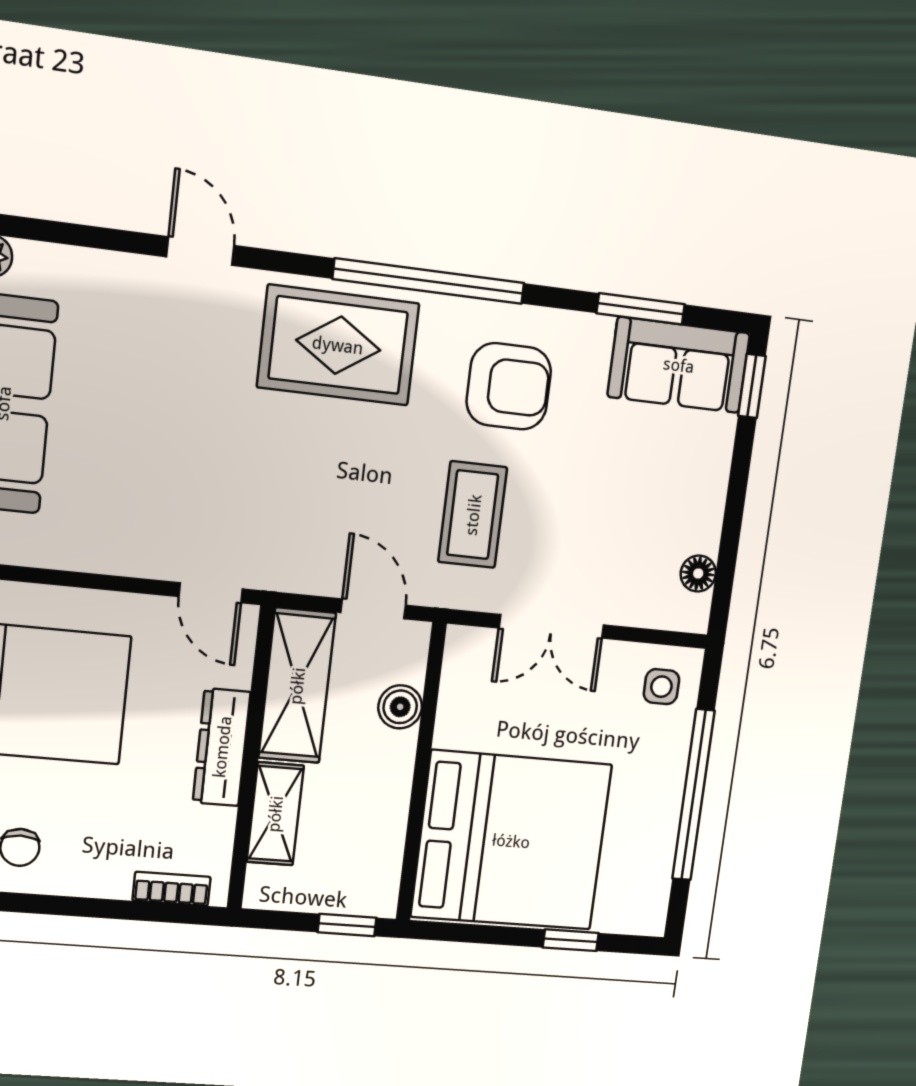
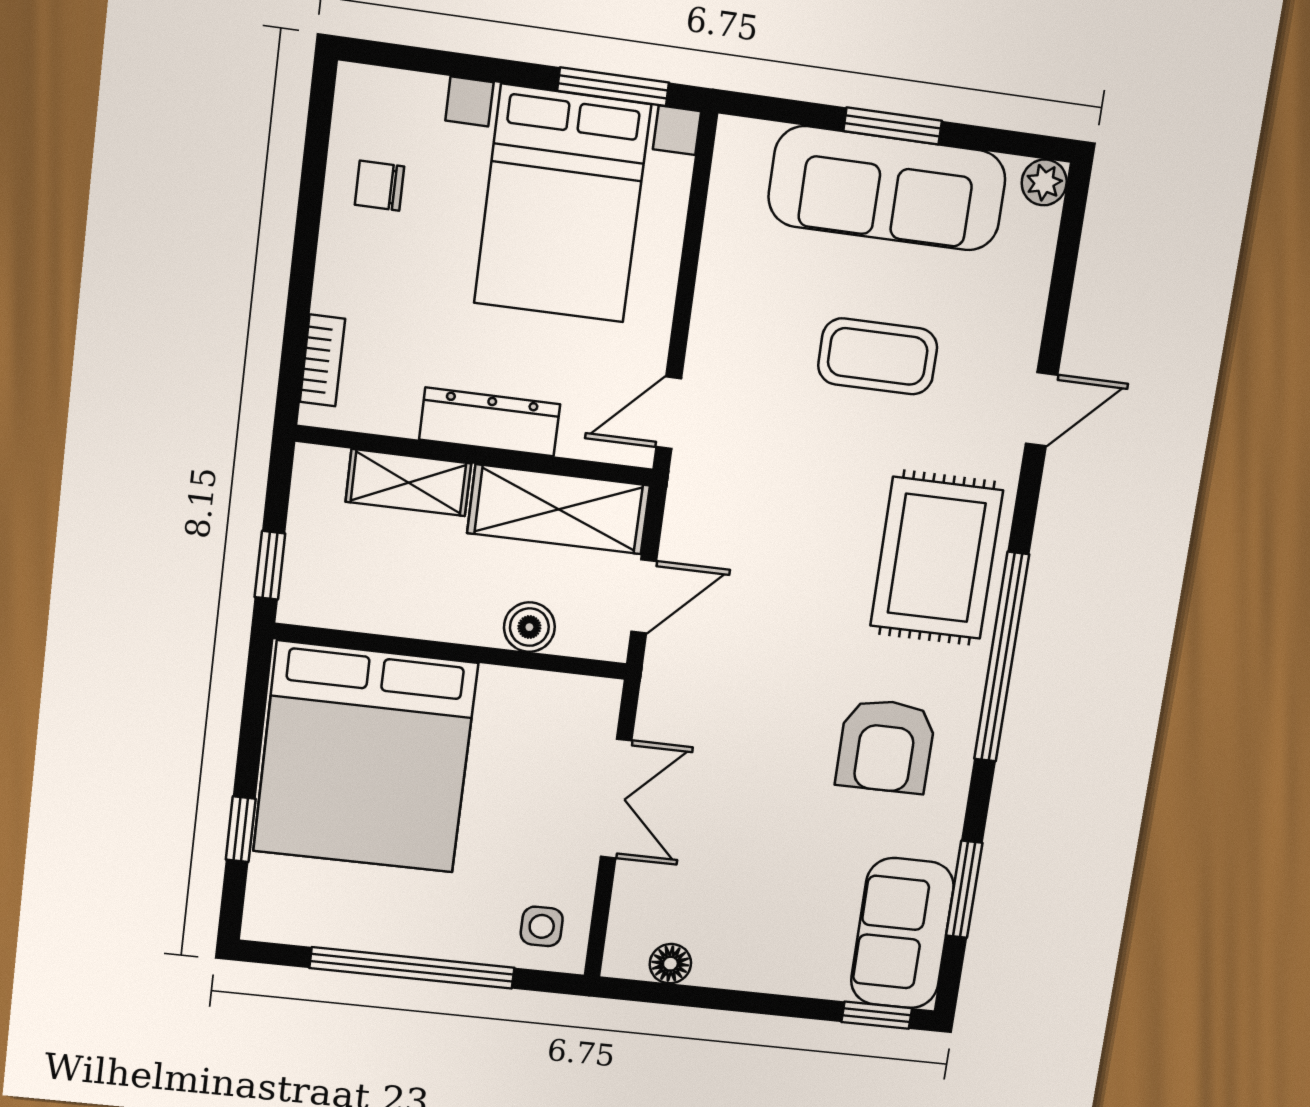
coffee table: (473, 515) -> (878, 356), moved
double door: (551, 626) -> (616, 799), swing flipped

